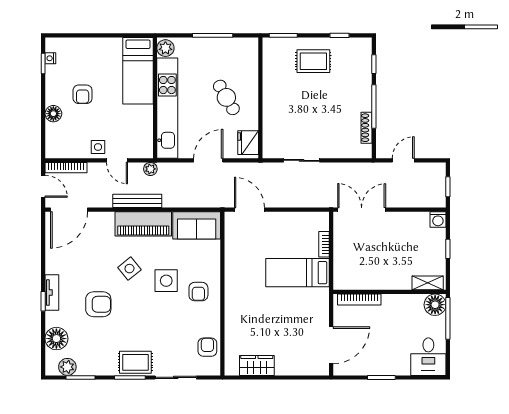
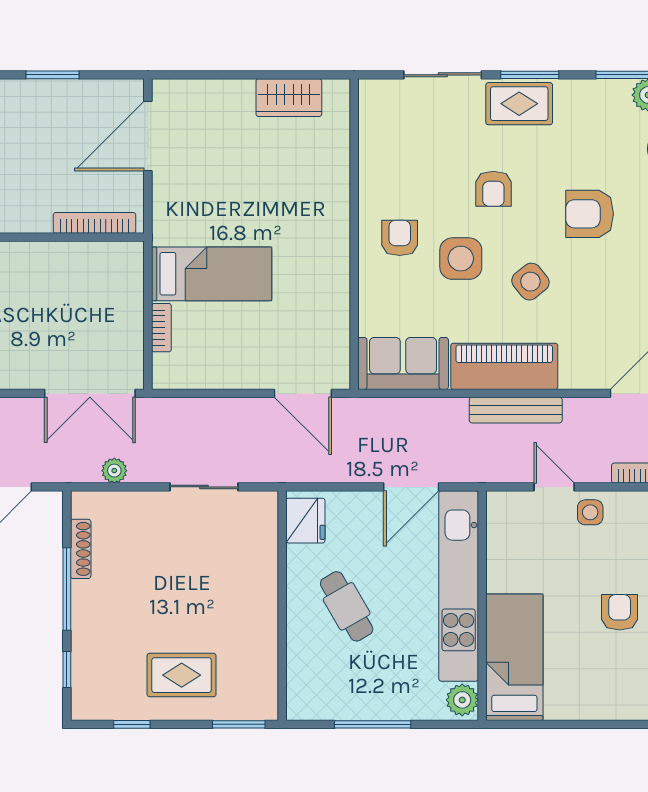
door: (208, 160) -> (411, 487), moved
plant: (150, 169) -> (114, 471), moved
armchair: (207, 347) -> (493, 189), moved

